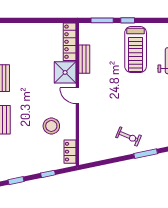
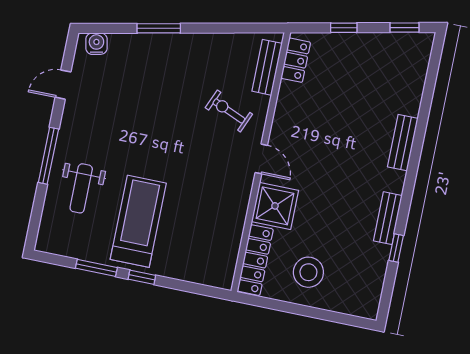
window: (102, 20) -> (96, 268), moved
bench: (84, 59) -> (267, 67), moved
stool: (51, 126) -> (308, 272), moved
exercise bike: (128, 137) -> (229, 111), moved

